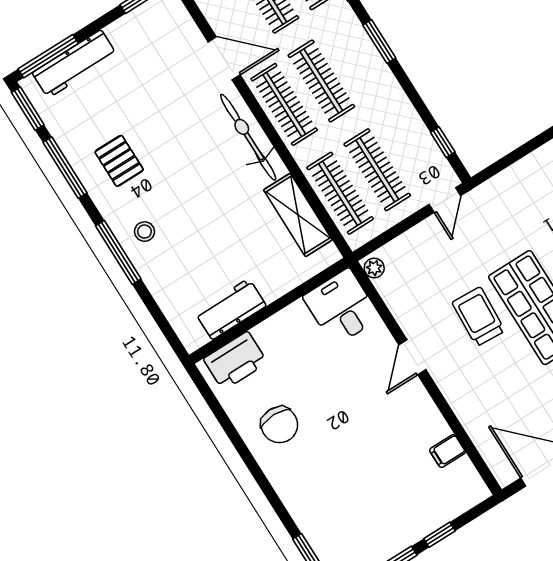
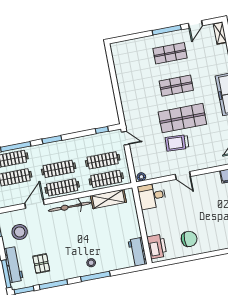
stool: (151, 50) -> (20, 232), added
pallet: (119, 161) -> (41, 264), moved, turned 90
workbench: (231, 309) -> (138, 252), moved

